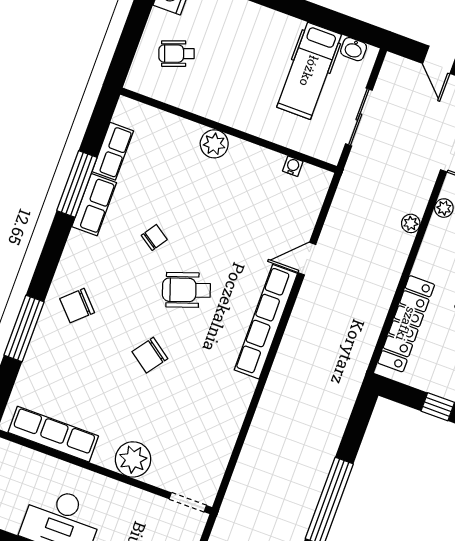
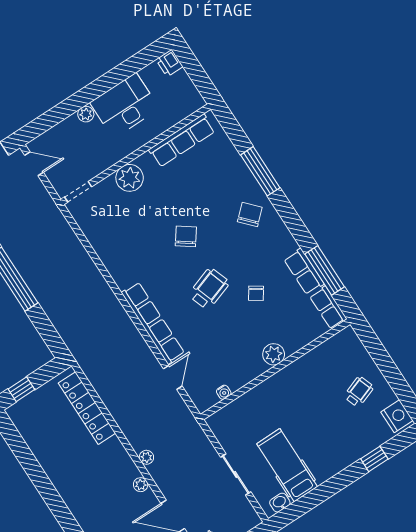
wall: (229, 130) -> (275, 369), moved
plant: (214, 144) -> (274, 354), moved
water cooler: (293, 166) -> (224, 392), moved

